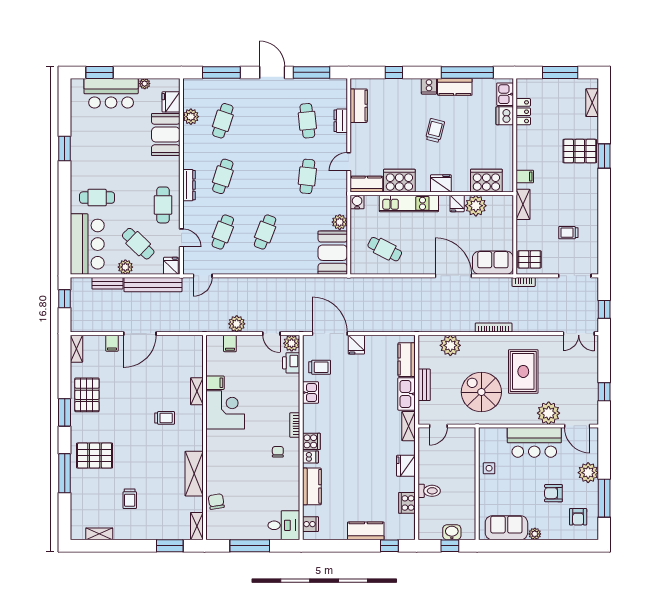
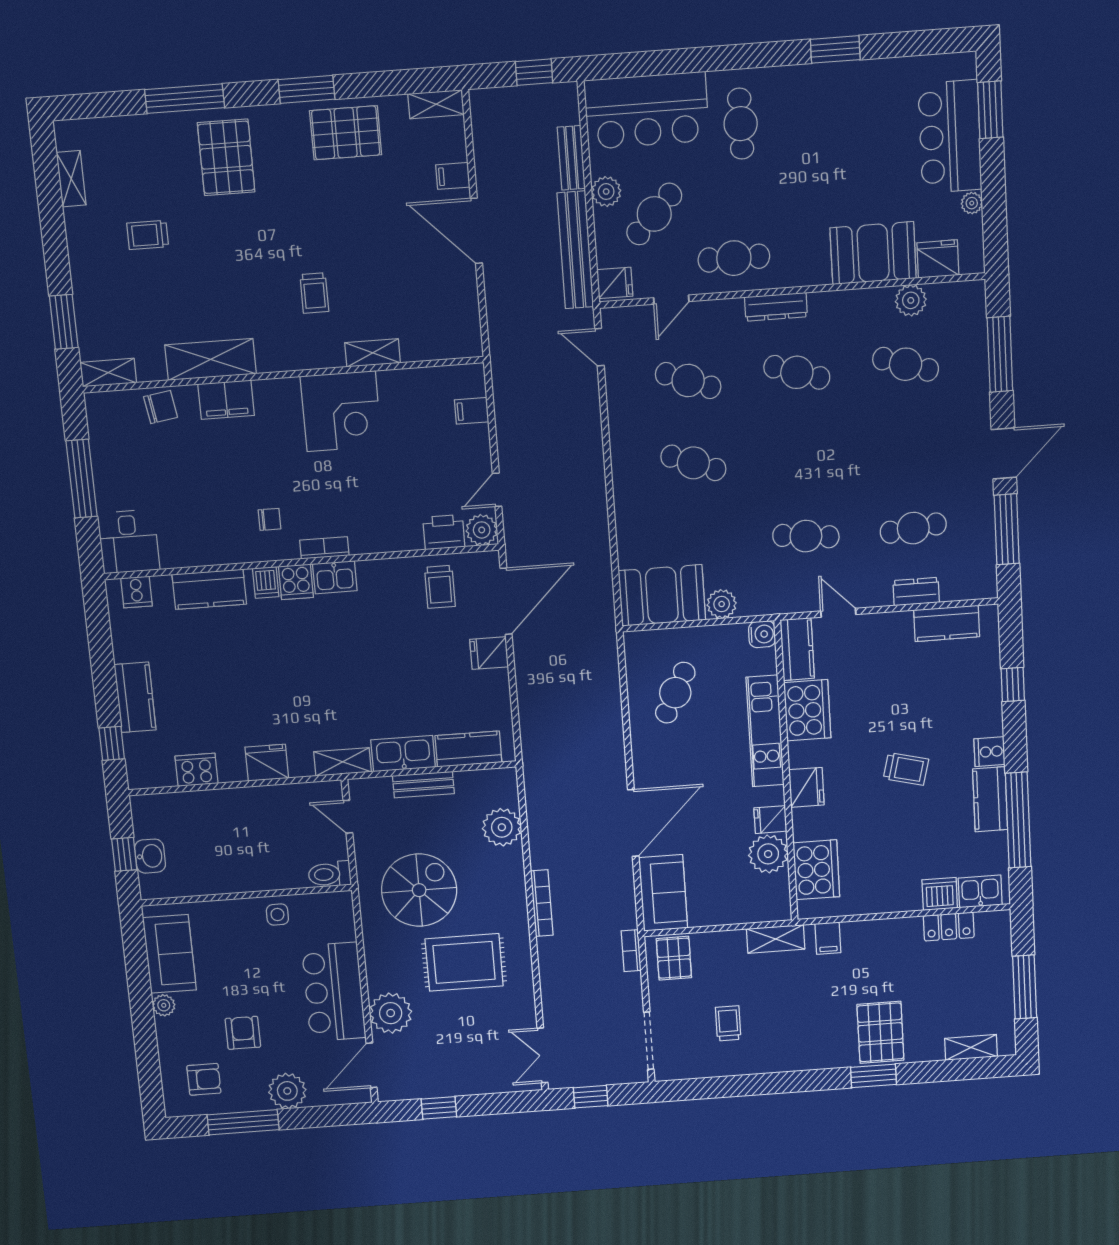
plant: (237, 324) -> (511, 421), removed
filing cabinet: (215, 383) -> (226, 400), moved, width x2.00
kitchen sink: (310, 393) -> (335, 577), moved
toilet: (429, 491) -> (330, 874), moved, turned 90
armchair: (578, 517) -> (204, 1079), turned 180

